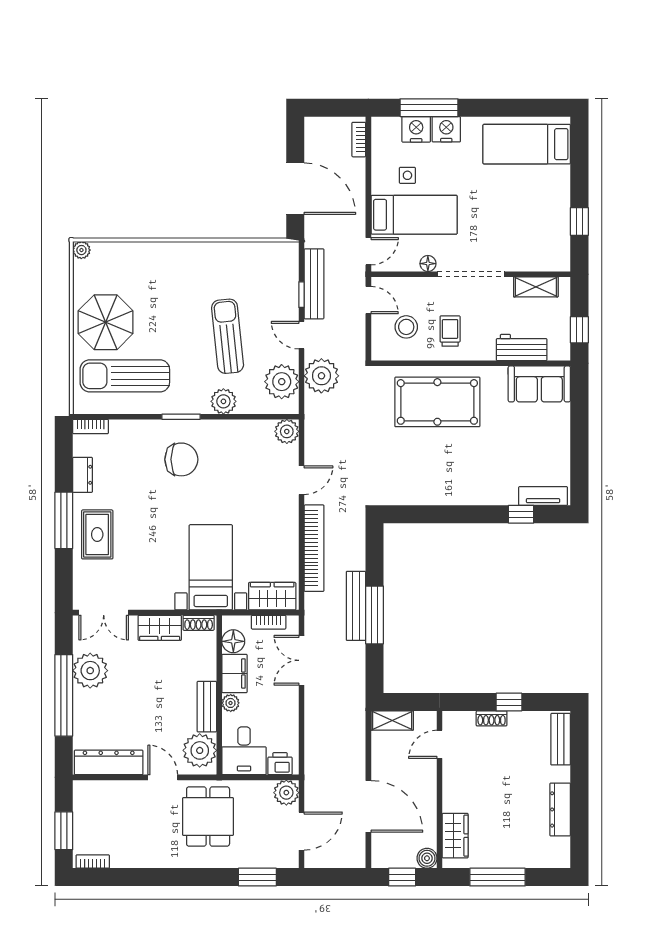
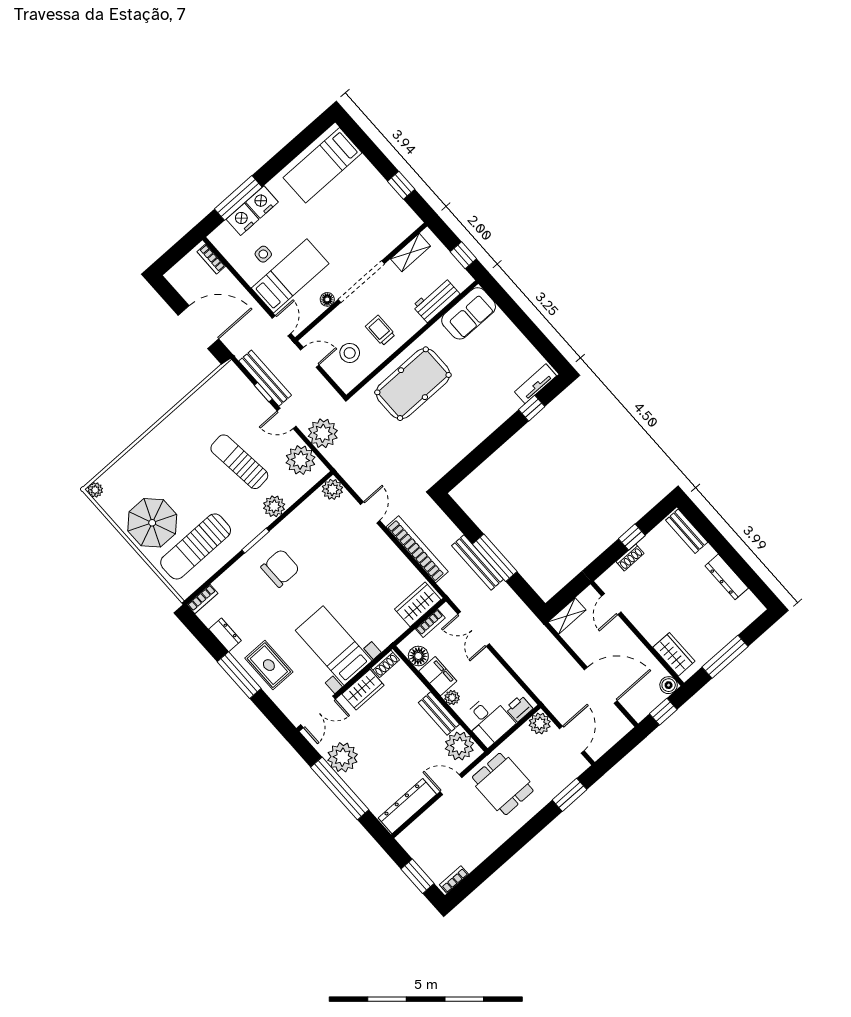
bed with nightstands: (211, 567) -> (334, 646), moved

